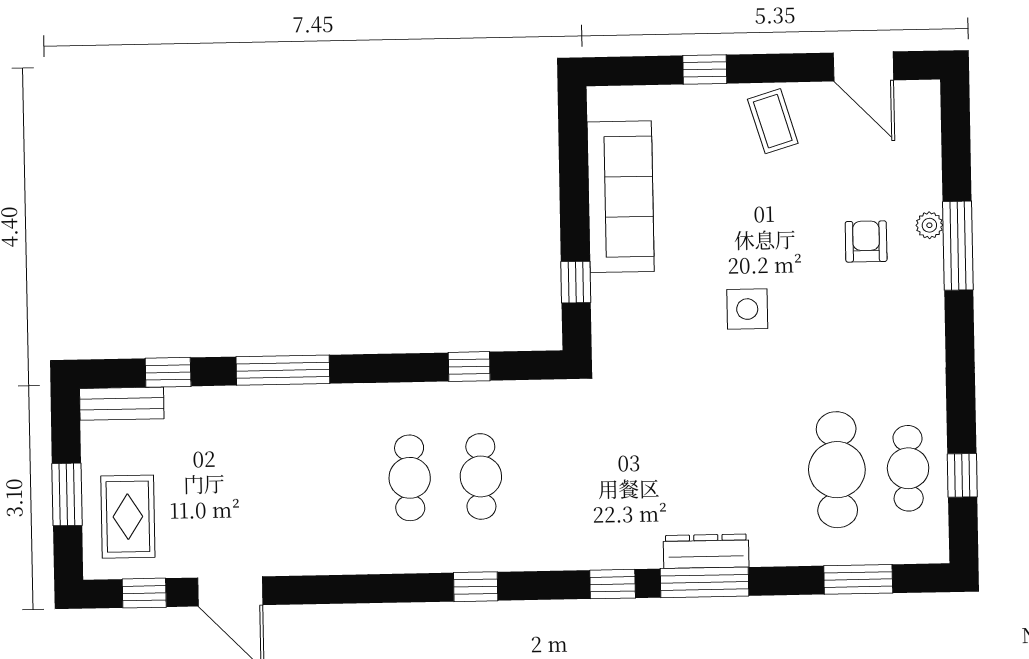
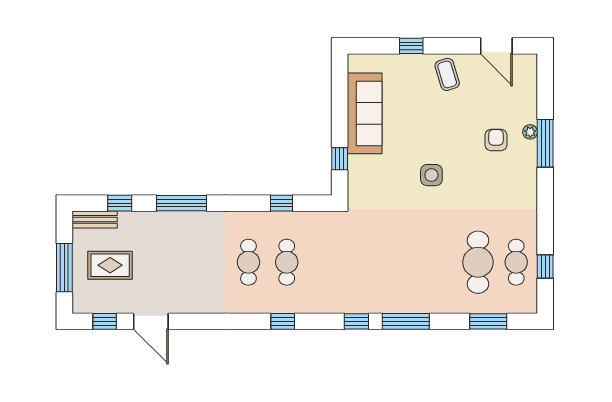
window: (67, 494) -> (64, 268), width x1.44
rug: (128, 517) -> (110, 265), moved, turned 90
dresser: (706, 551) -> (407, 305), removed

